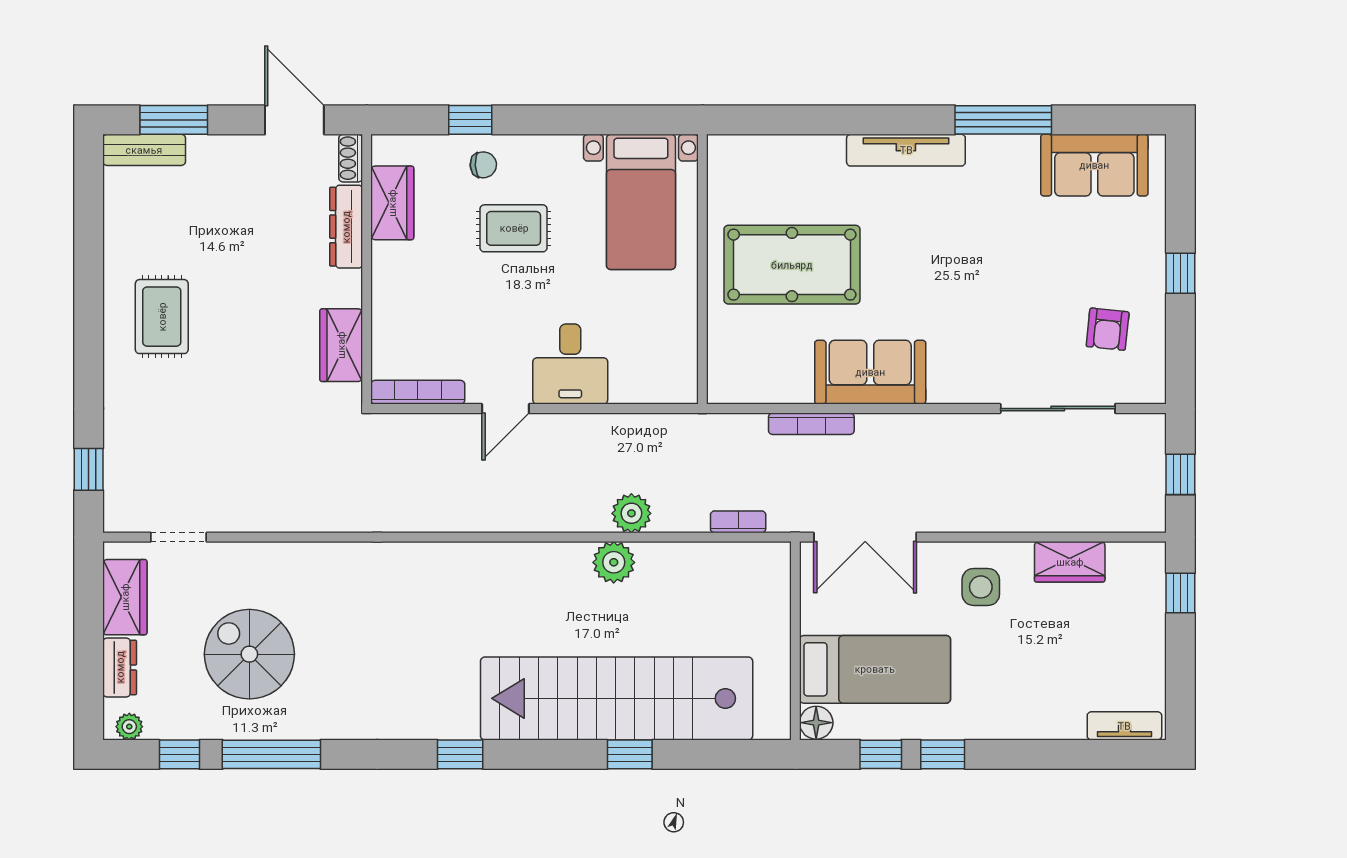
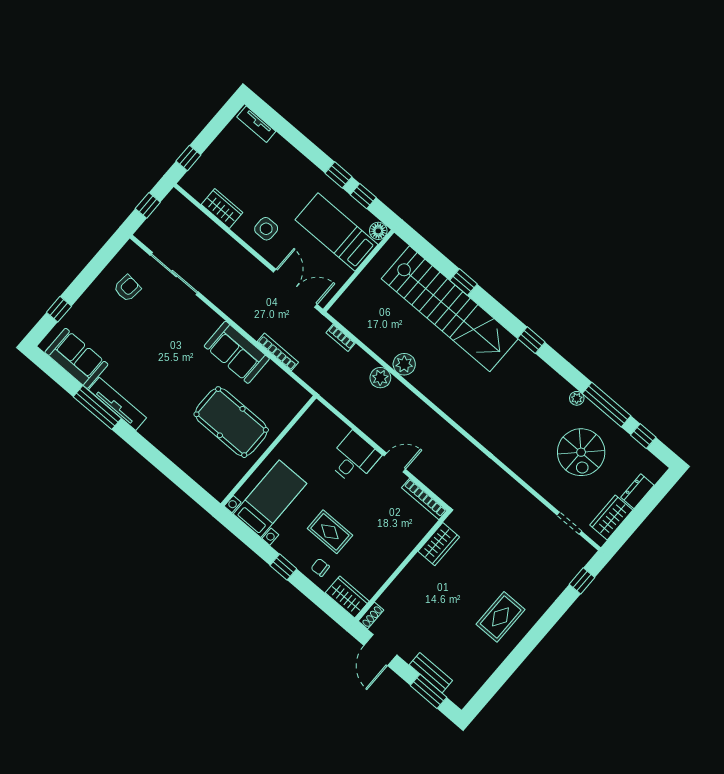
window: (470, 120) -> (283, 567), moved
bench: (144, 150) -> (431, 673), moved
tv unit: (906, 150) -> (118, 404), moved
wardrobe: (392, 203) -> (347, 597), moved, turned 90
dresser: (346, 227) -> (396, 590), removed
window: (1180, 273) -> (59, 309), moved
plant: (129, 727) -> (577, 398), moved

